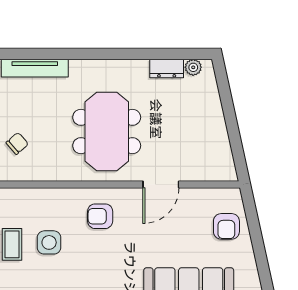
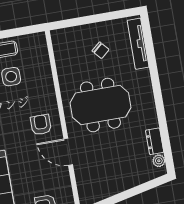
chair: (17, 143) -> (101, 50), moved
armchair: (100, 216) -> (41, 125), moved

